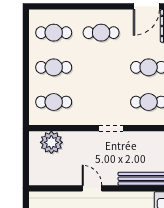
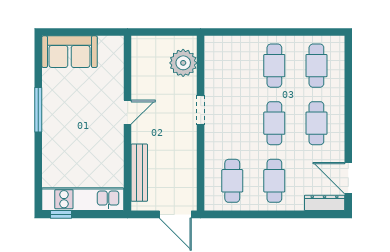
cafe table: (54, 102) -> (274, 123), moved
doorway: (111, 128) -> (201, 110), moved

